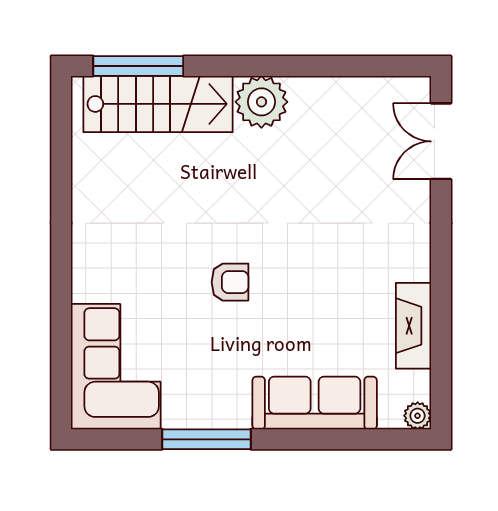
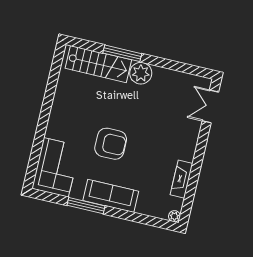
window: (138, 66) -> (122, 53), moved
armchair: (230, 282) -> (111, 144), width x1.88, depth x1.88
sofa: (315, 403) -> (111, 196), moved

